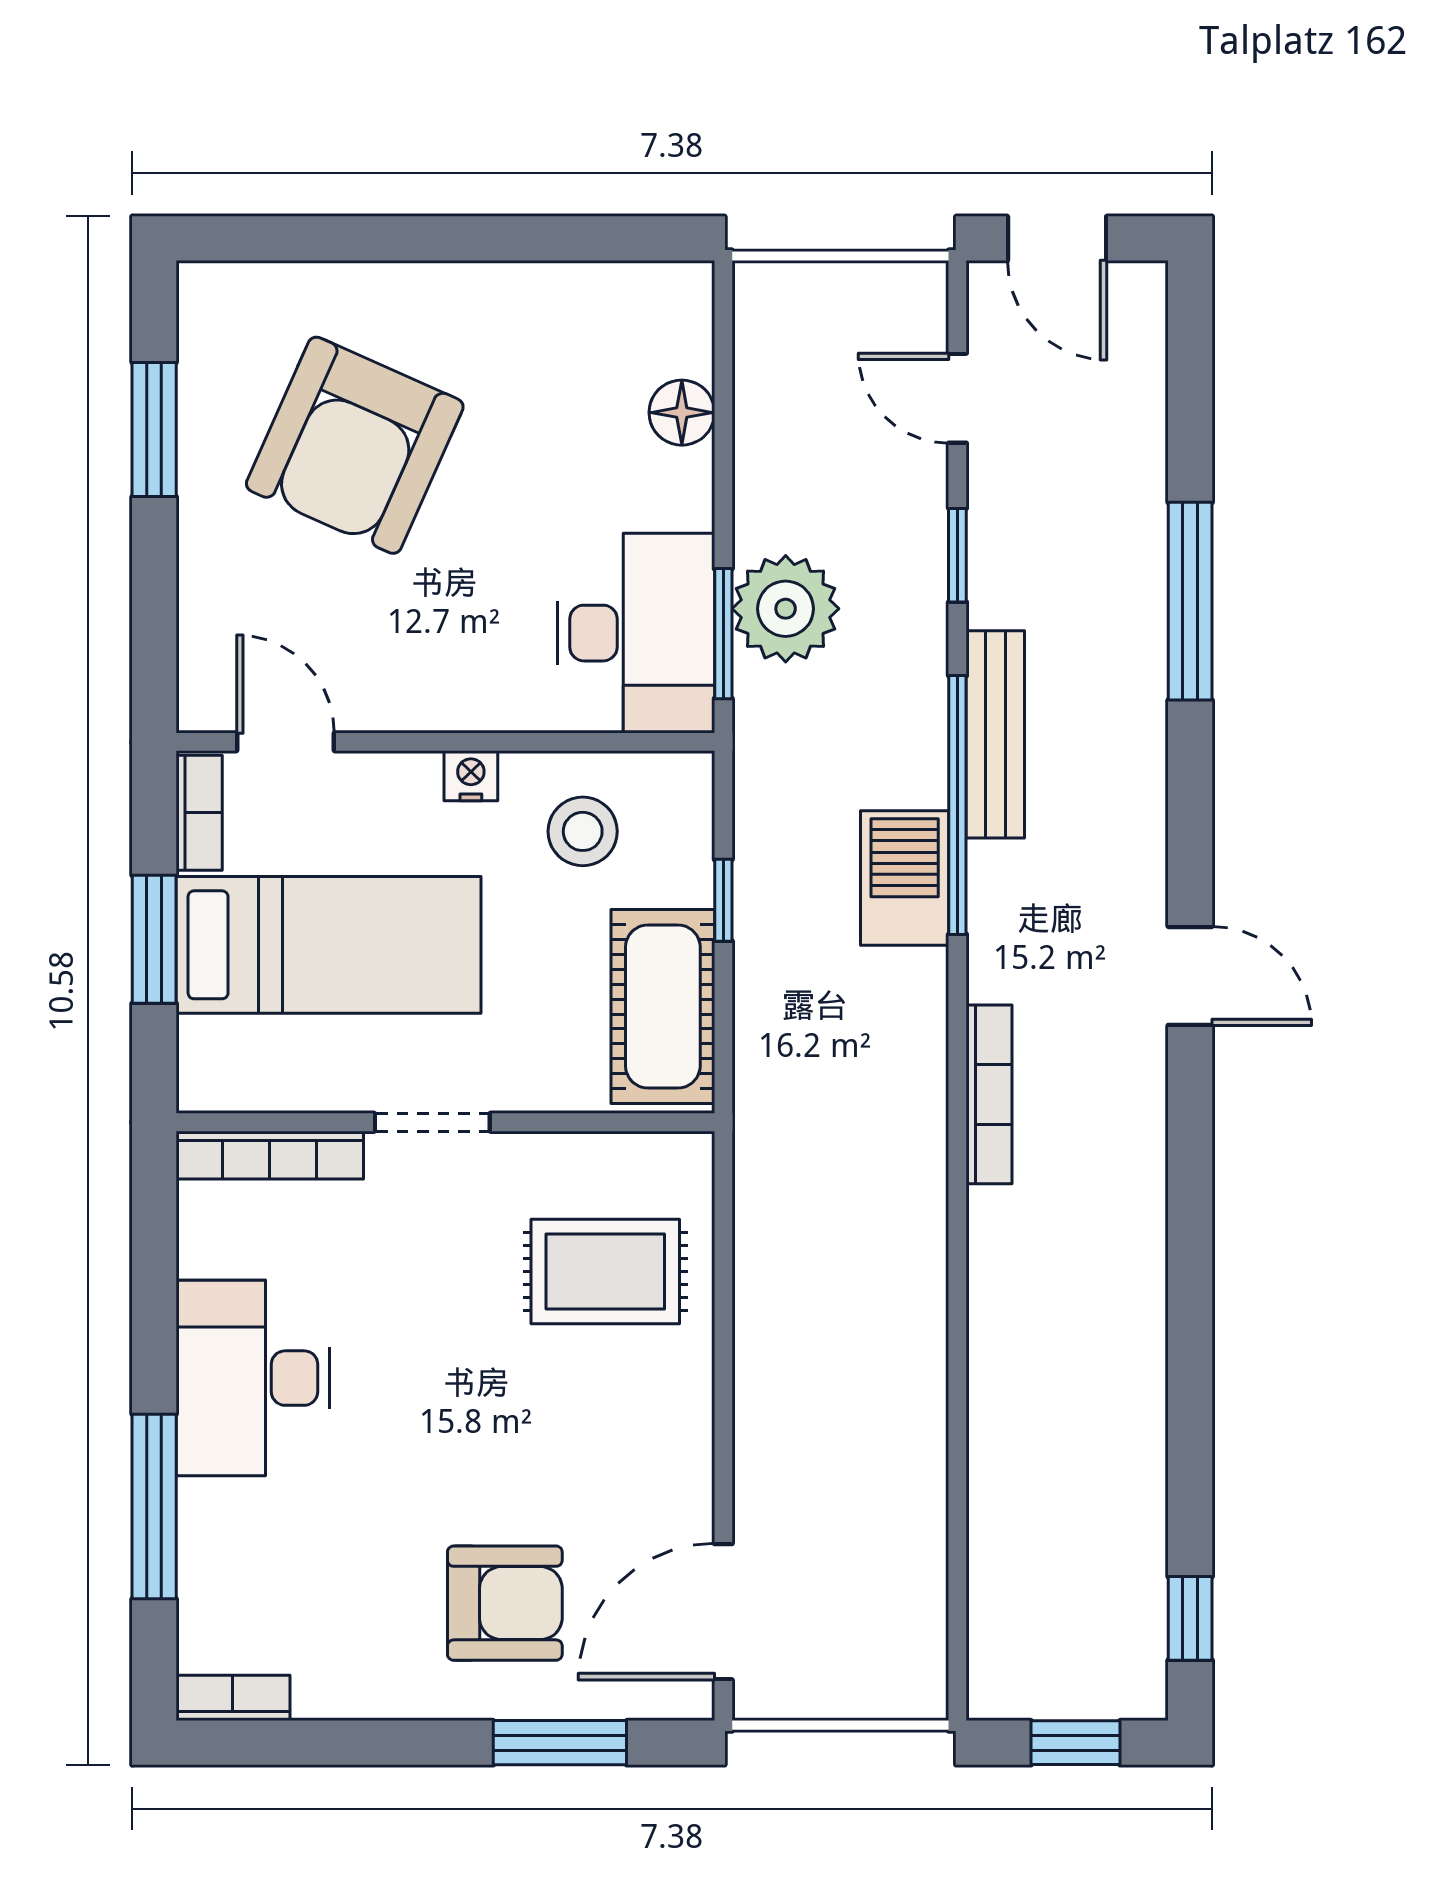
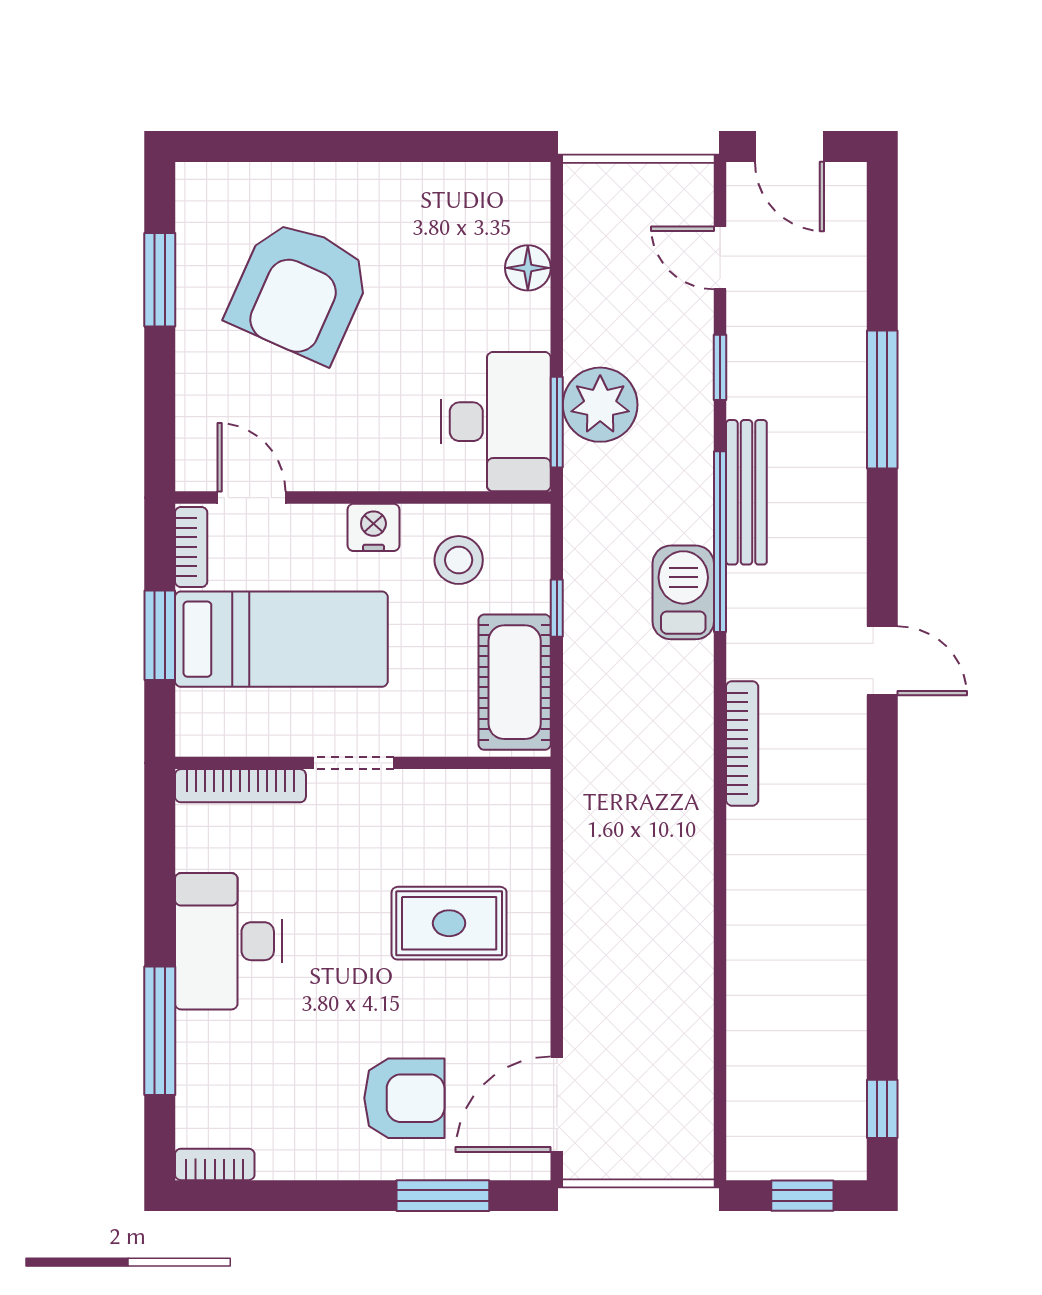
nightstand: (471, 776) -> (373, 527), width x1.39, depth x1.35
rug: (605, 1271) -> (449, 923), moved

